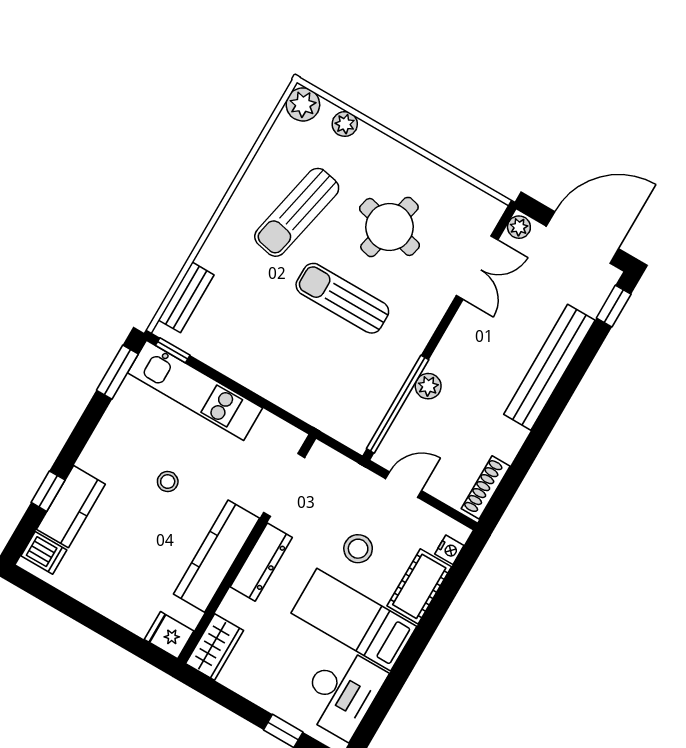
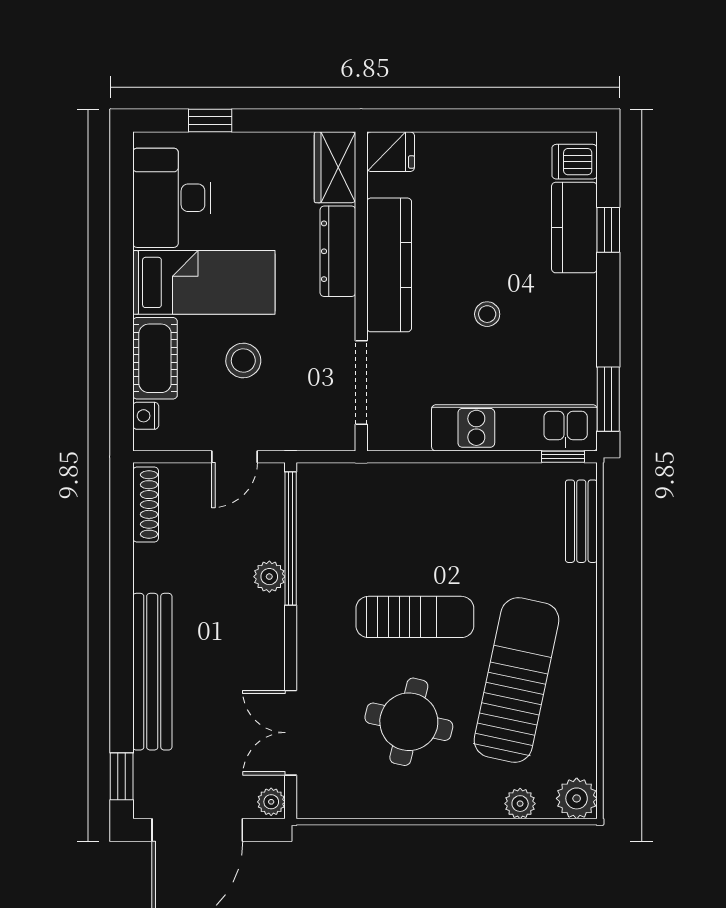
sun lounger: (297, 212) -> (517, 680), width x1.36, depth x1.34
dresser: (261, 562) -> (338, 251), moved

